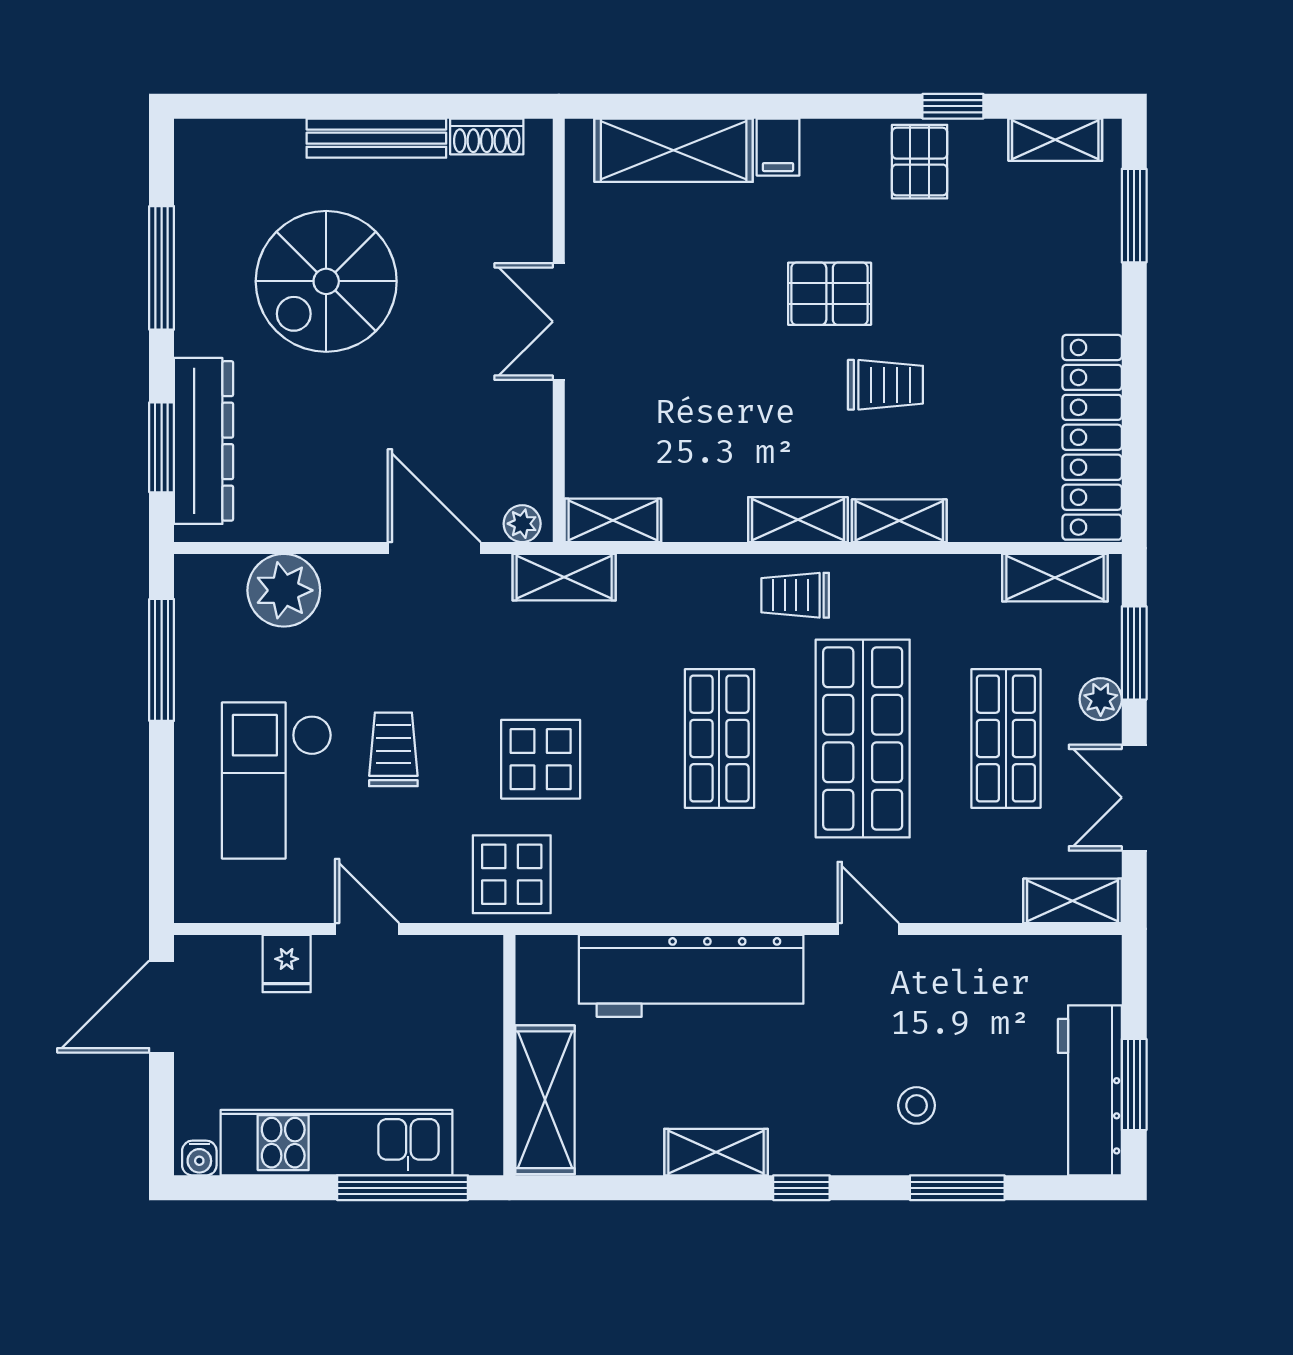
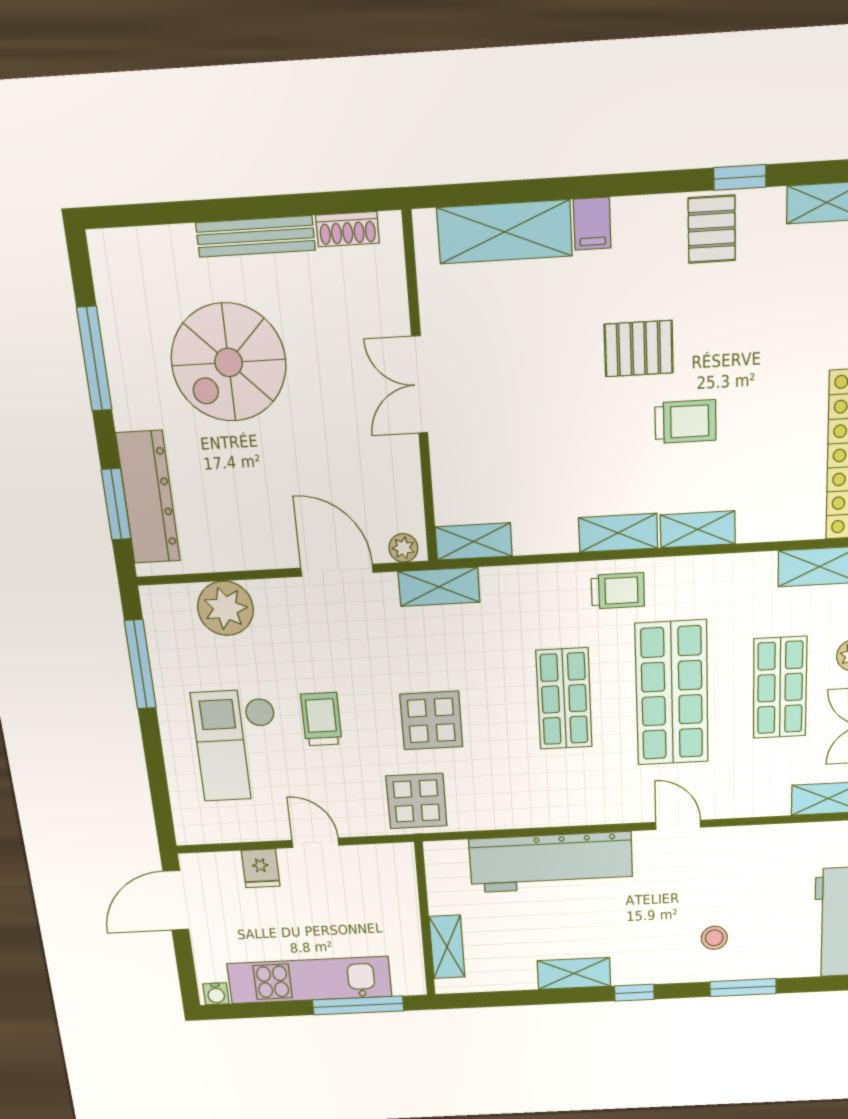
trolley: (795, 595) -> (618, 591), turned 180
shelving: (545, 1100) -> (447, 947), width x0.67, depth x0.75

